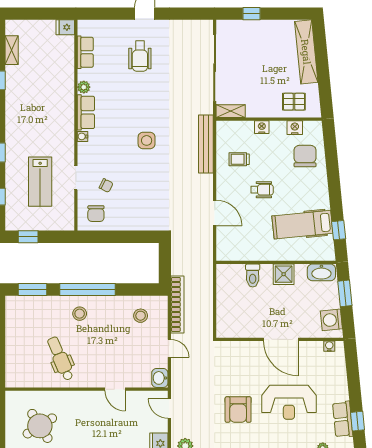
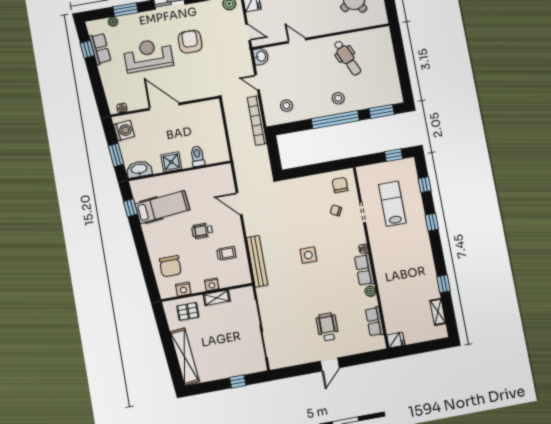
shelving: (231, 111) -> (217, 298), moved

